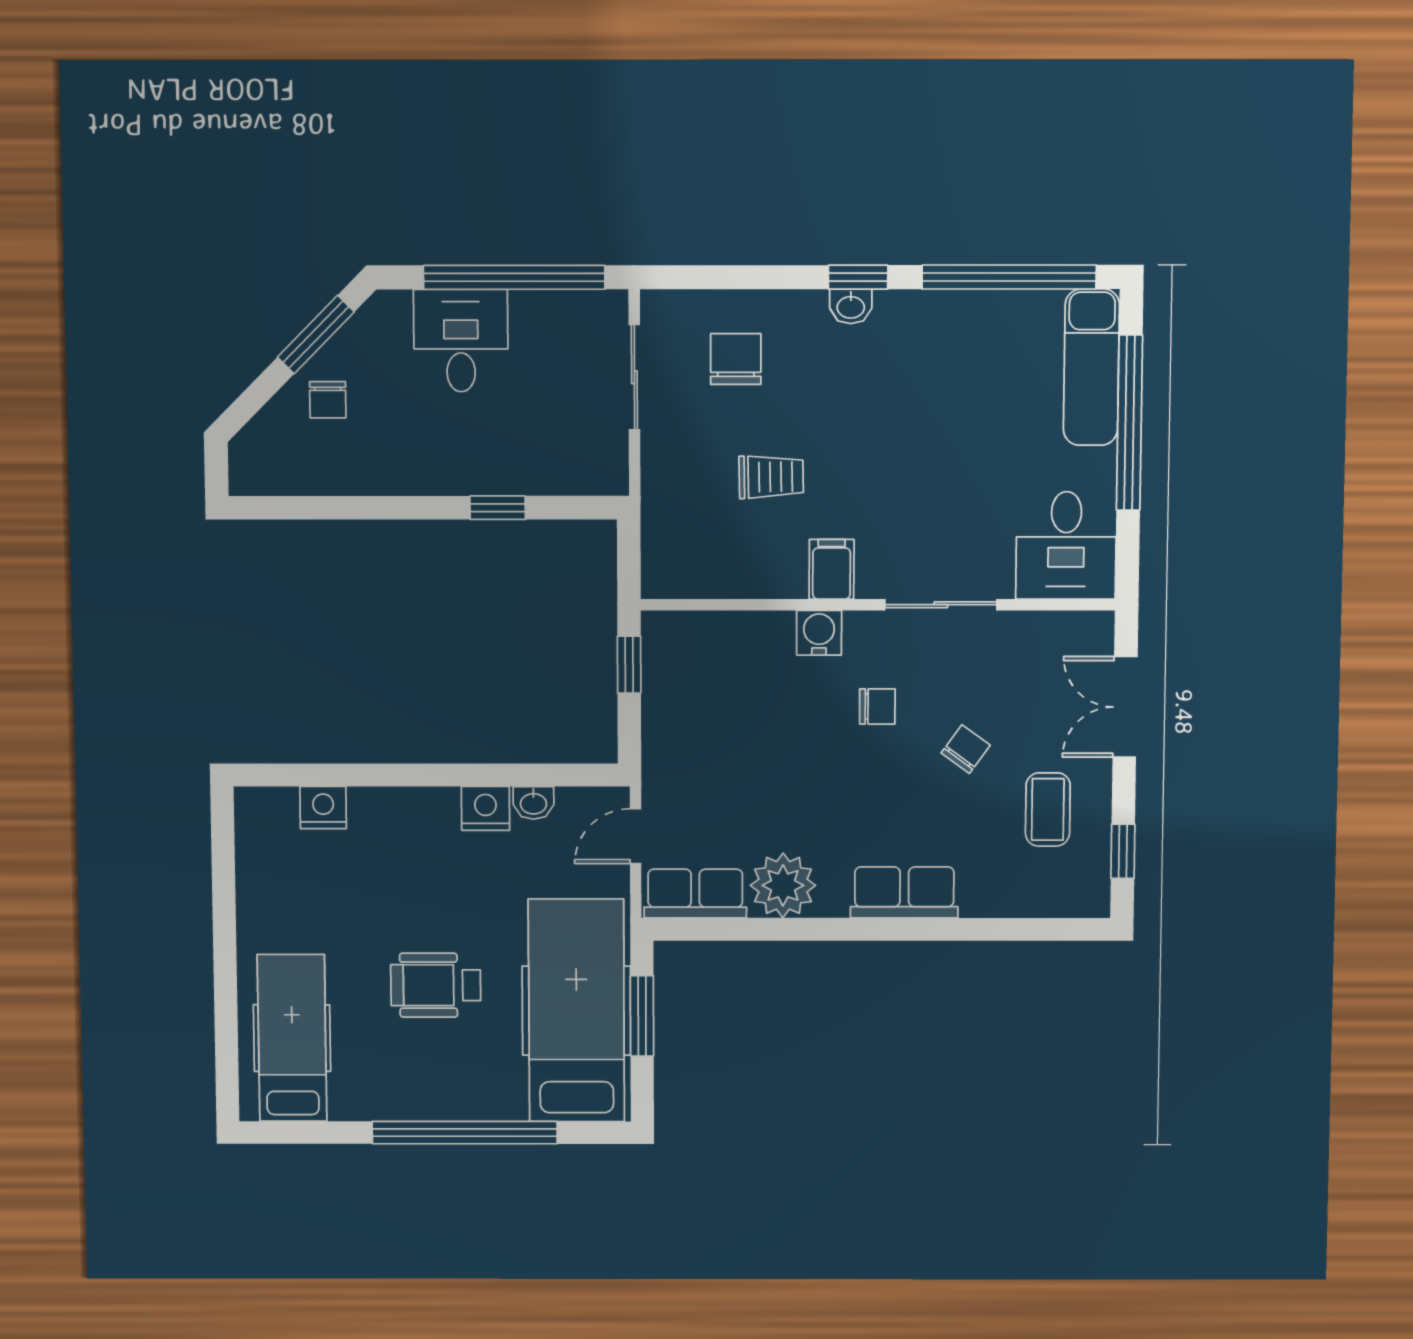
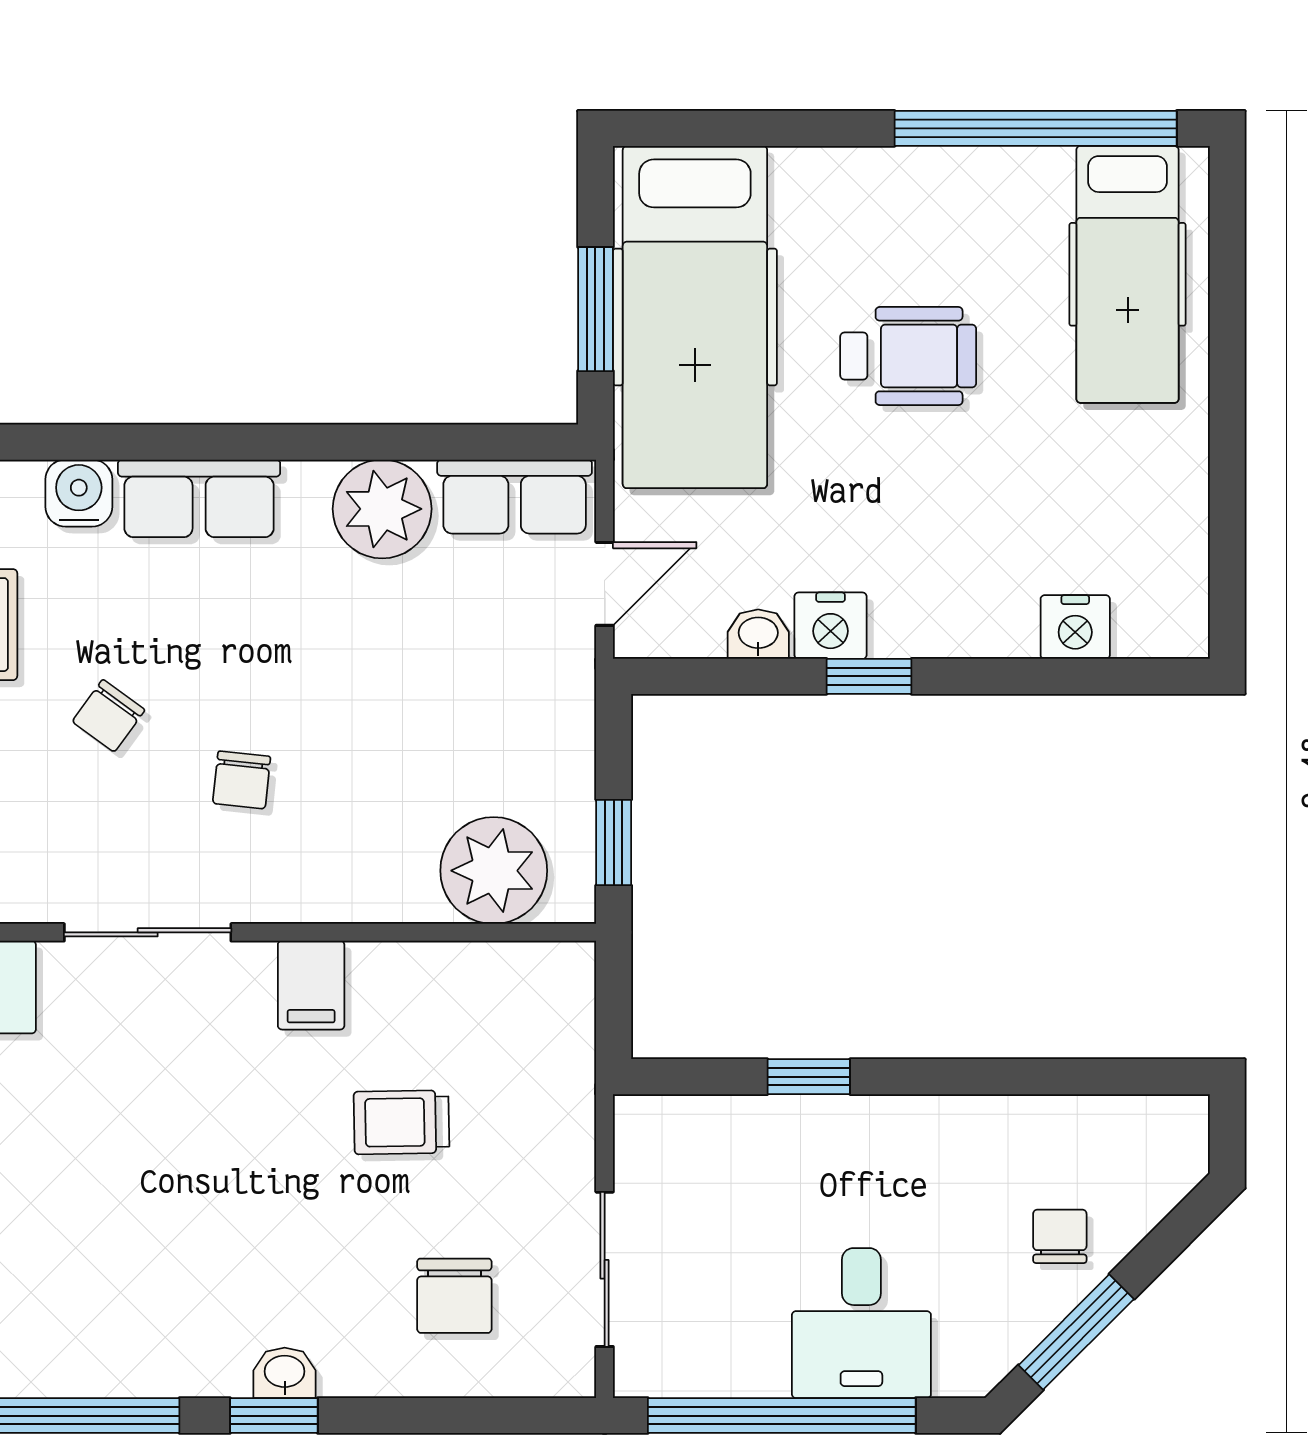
water cooler: (819, 633) -> (79, 493), moved, turned 180
plant: (709, 646) -> (494, 871), added
chair: (877, 706) -> (242, 780), turned -84
window: (460, 775) -> (869, 676), added
window: (465, 1133) -> (1036, 128), moved

